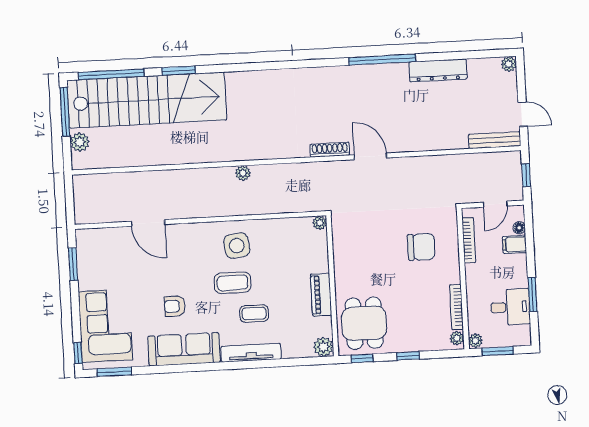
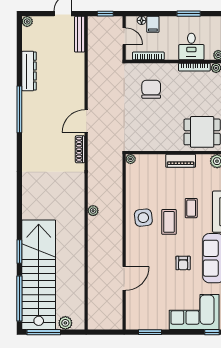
desk: (510, 307) -> (191, 47), moved, turned 180

